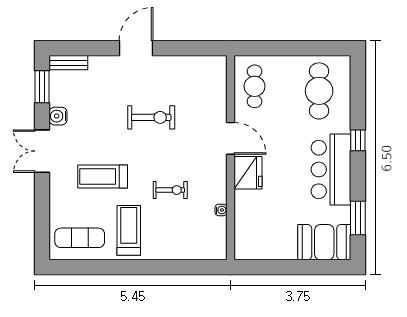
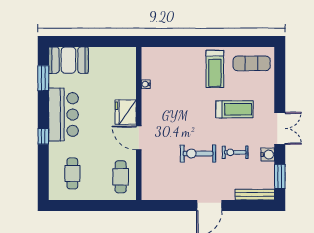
bench: (68, 63) -> (255, 195), width x1.36
cafe table: (319, 91) -> (72, 173), width x0.73, depth x0.74
exercise bike: (170, 190) -> (235, 152), moved

